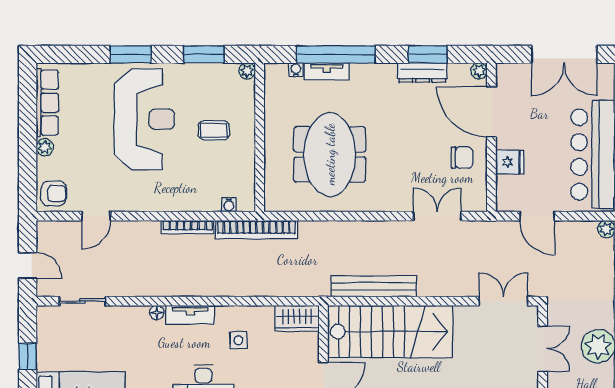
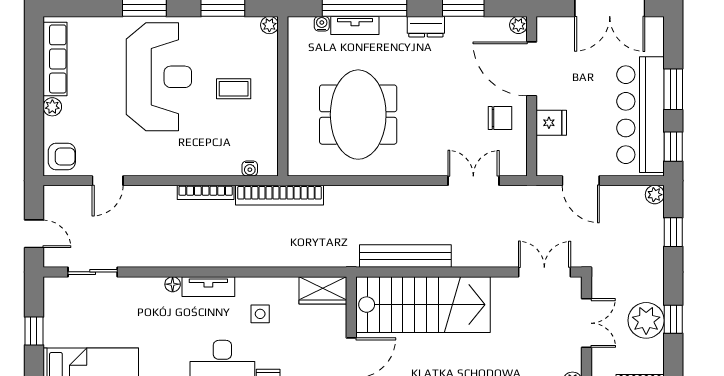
dresser: (422, 73) -> (426, 27), moved, width x0.70

